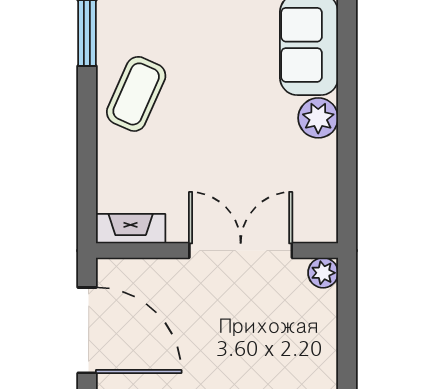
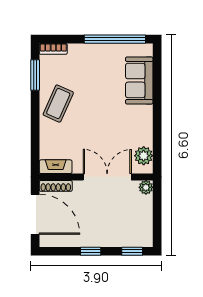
plant: (318, 118) -> (144, 156), moved
shoe rack: (131, 270) -> (56, 186), added

